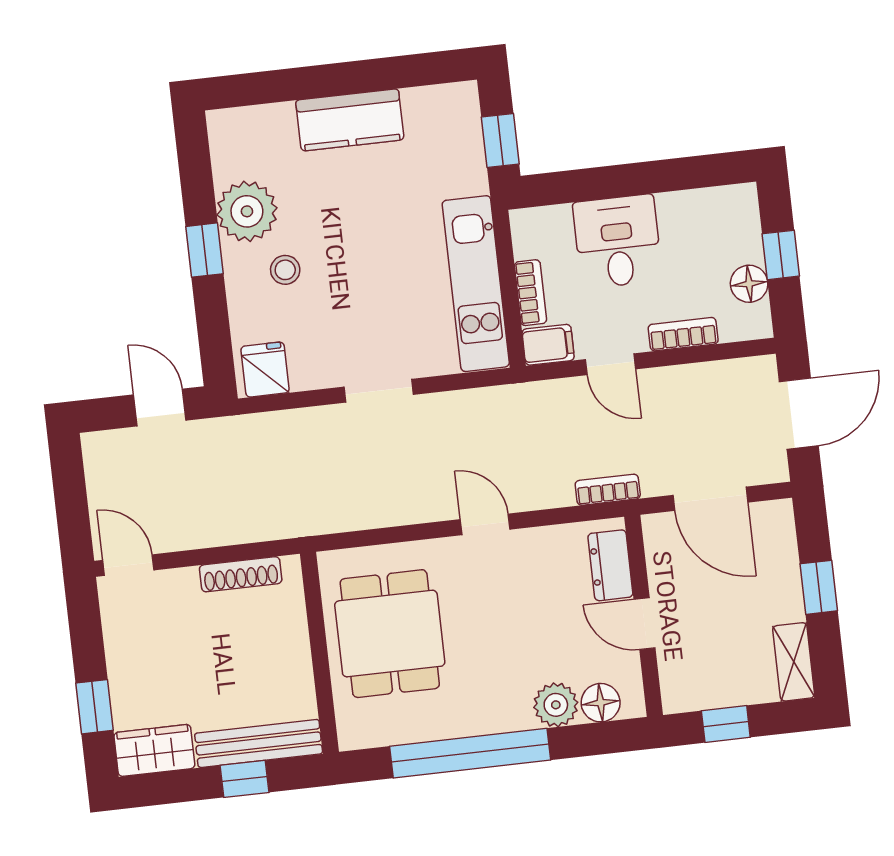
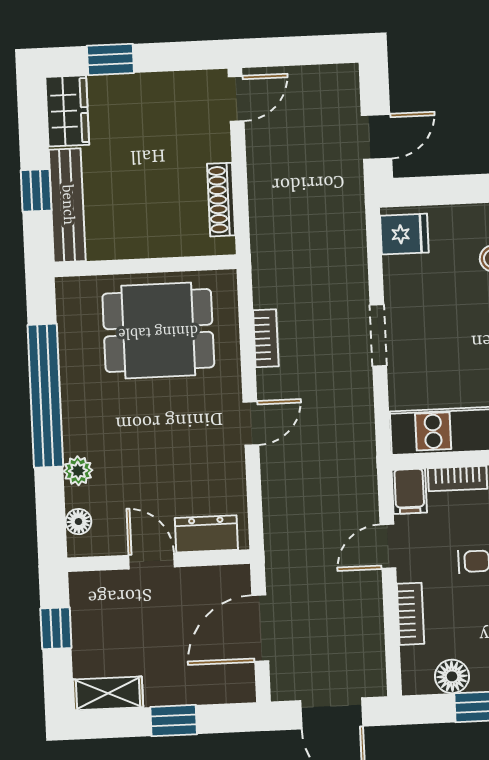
bookcase: (608, 490) -> (266, 338), moved
door: (644, 624) -> (152, 561), hinge flipped
floor lamp: (601, 703) -> (78, 522), width x0.73, depth x0.73
plant: (556, 705) -> (78, 471), width x0.73, depth x0.73

